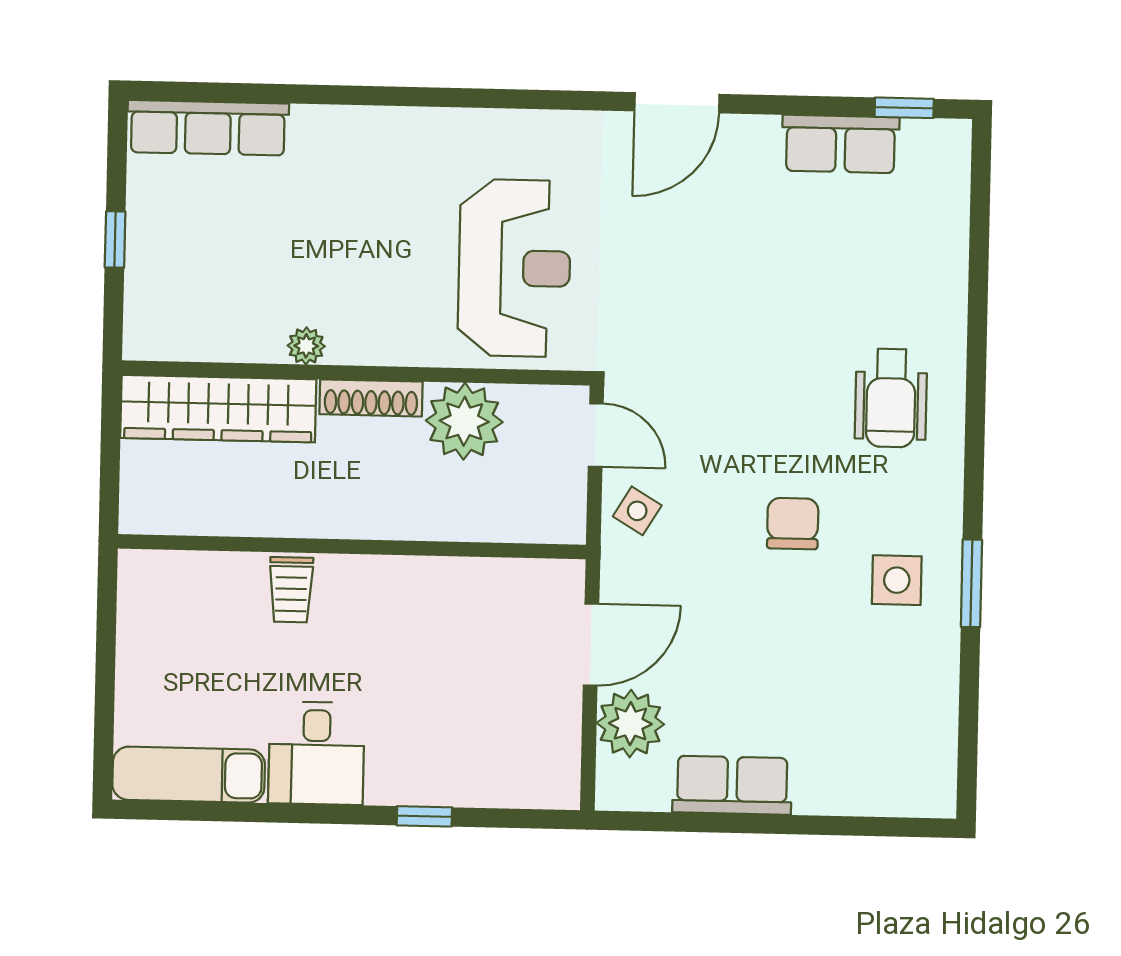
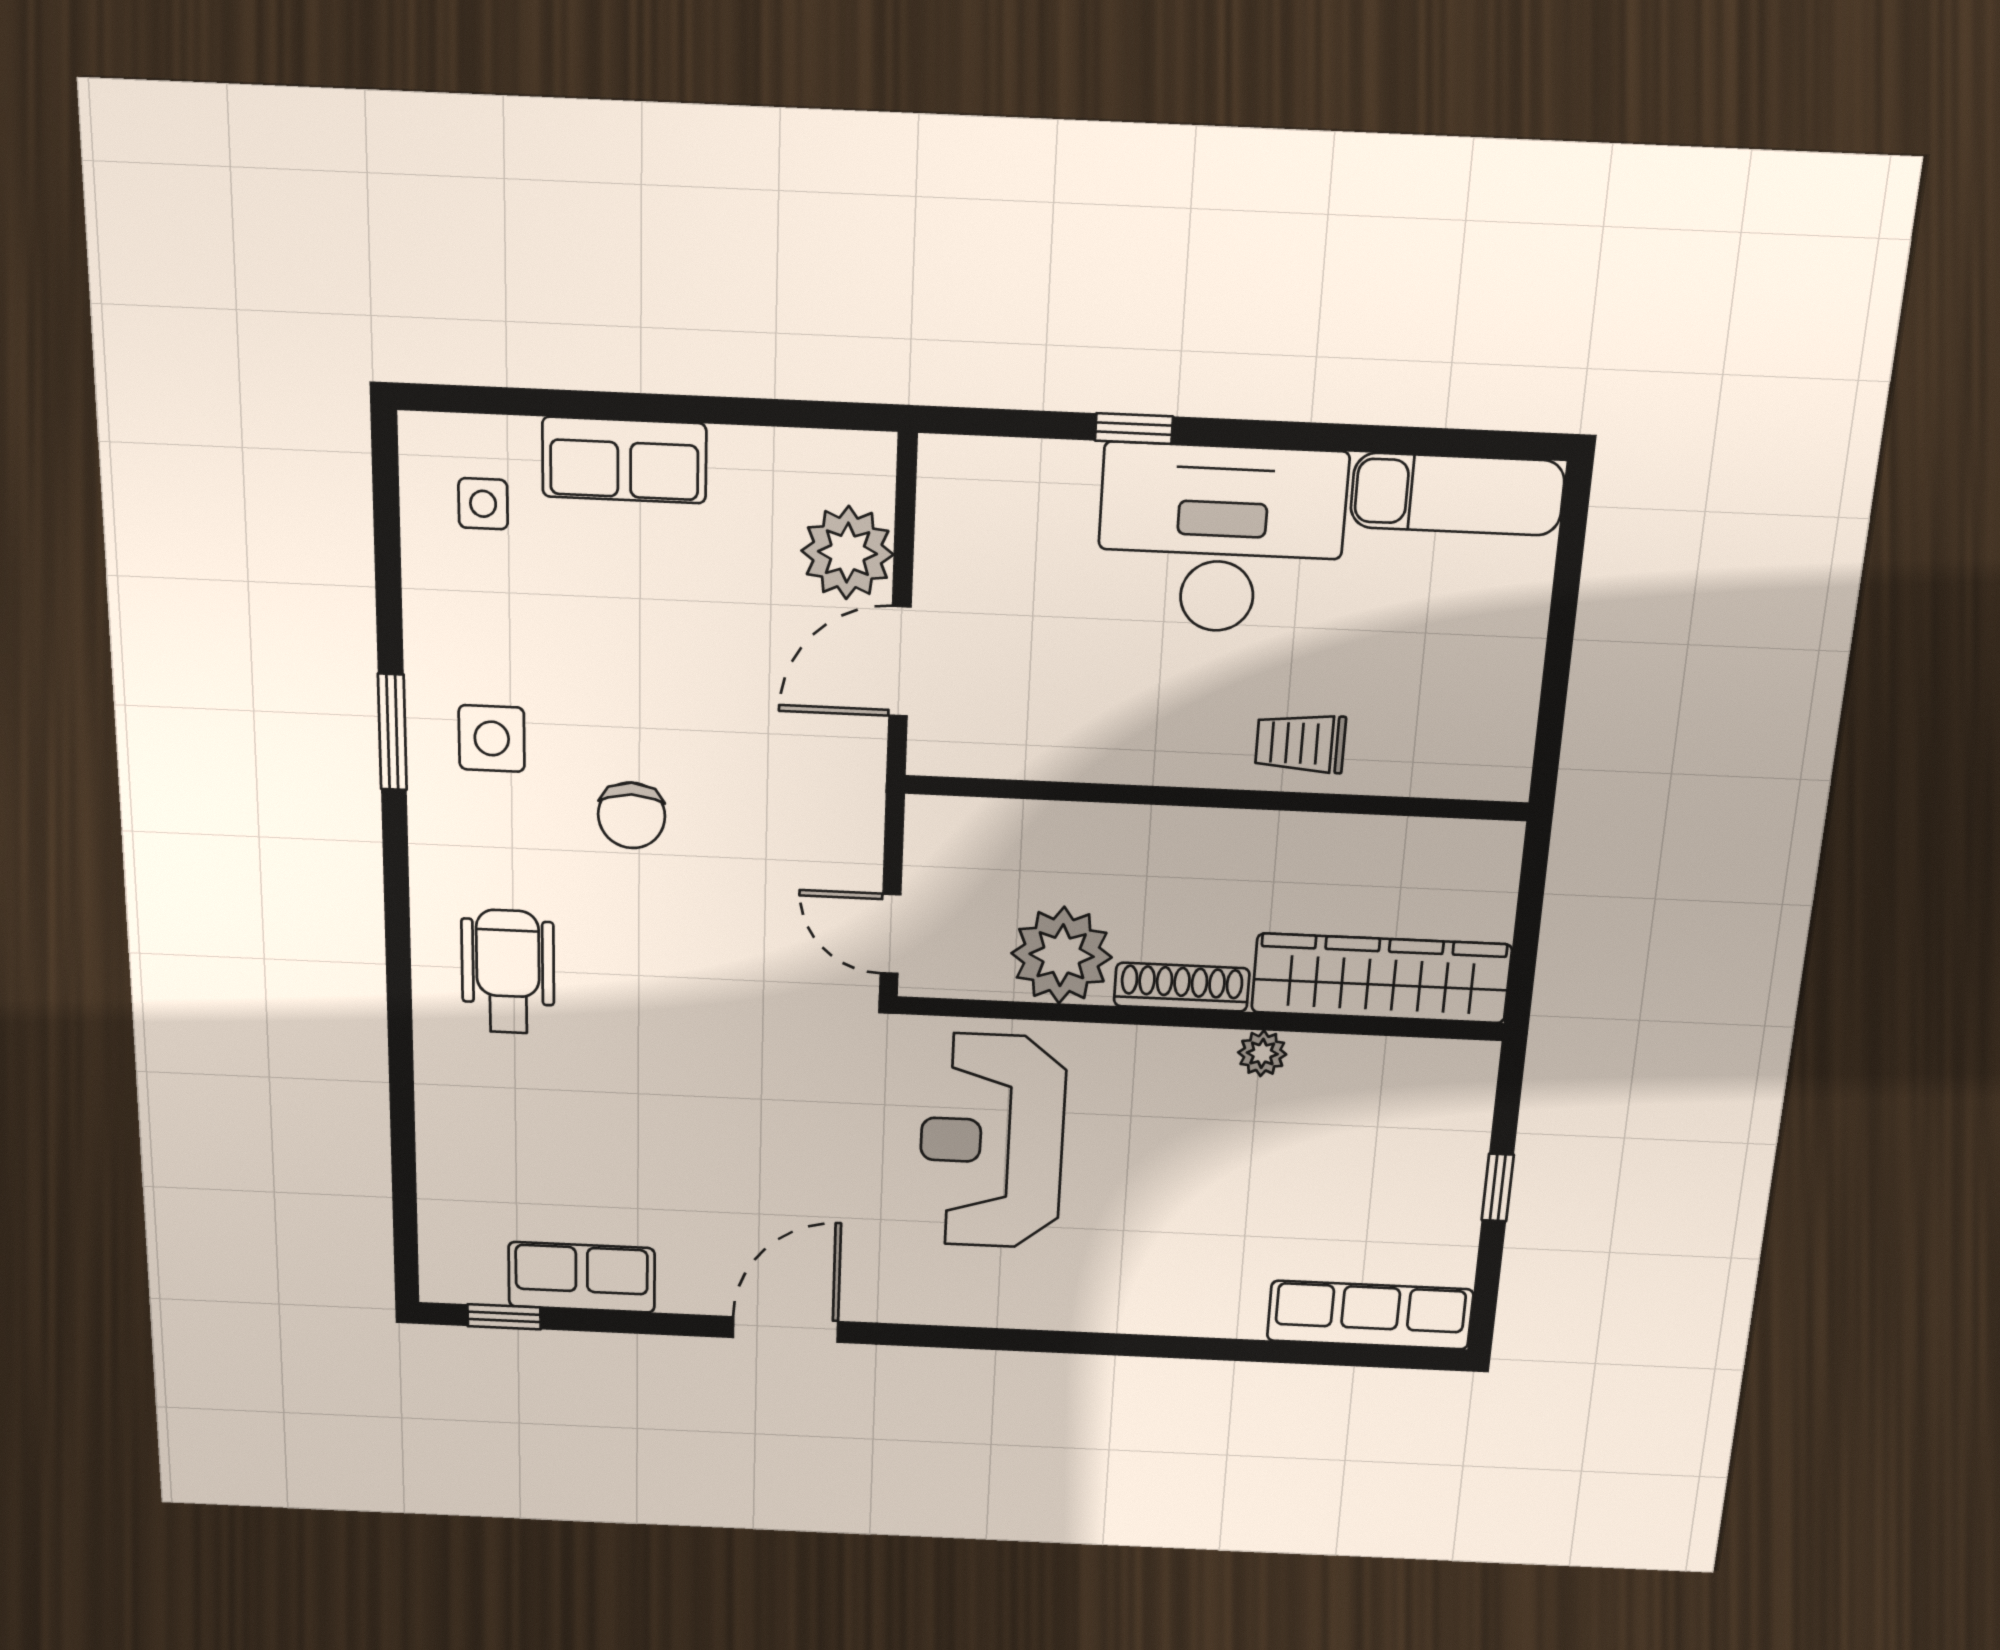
side table: (637, 511) -> (483, 504), moved, turned -31
trolley: (291, 590) -> (1300, 743), turned -90
desk: (316, 753) -> (1221, 539), width x1.87, depth x1.30
row of seats: (732, 785) -> (624, 460), moved

